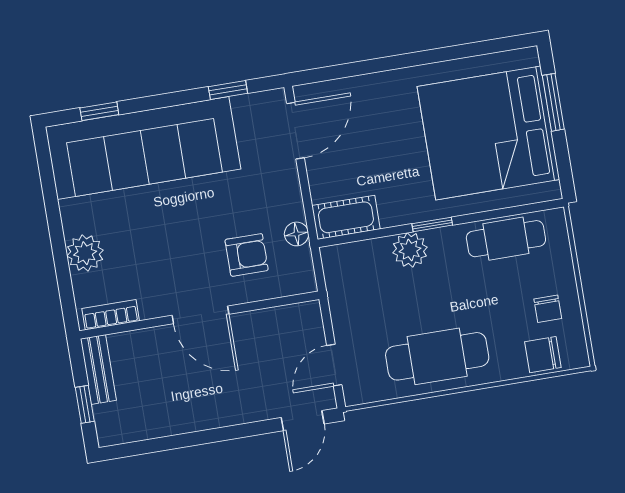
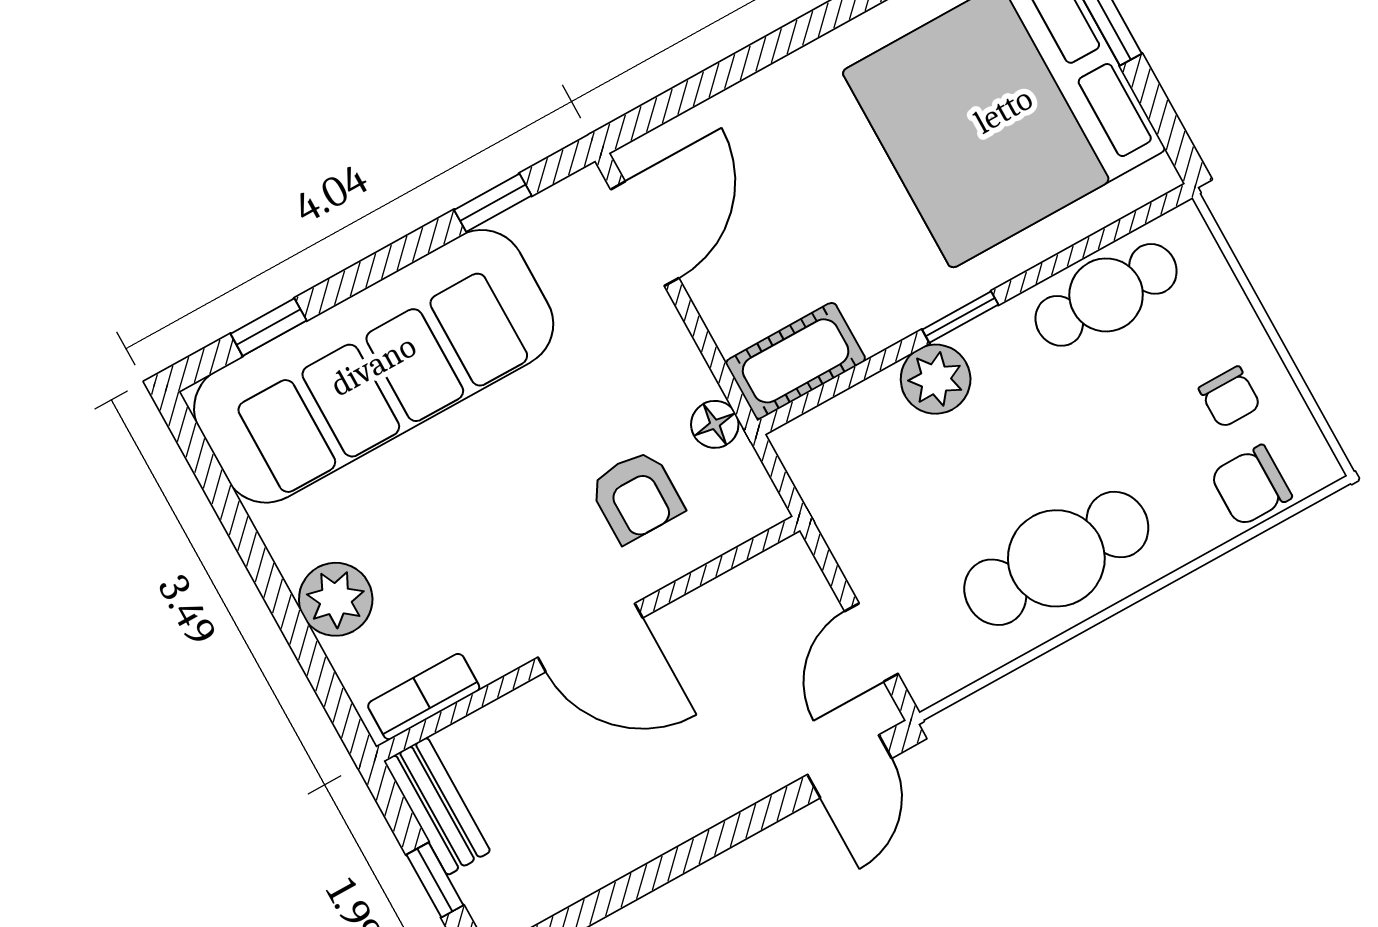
armchair: (247, 255) -> (636, 496), turned 90

